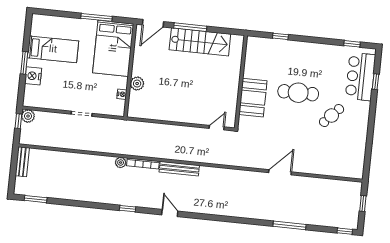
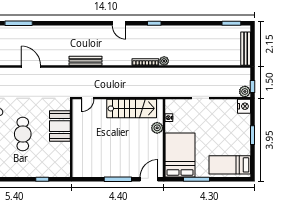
stairs: (200, 42) -> (132, 108), moved, turned 180
bed: (53, 49) -> (230, 165), moved
nightstand: (33, 76) -> (244, 106), moved
cafe table: (298, 93) -> (23, 134), turned 90
bench: (22, 162) -> (246, 49), width x1.36
bench: (179, 169) -> (86, 61), moved
door: (280, 172) -> (31, 66), swing flipped

